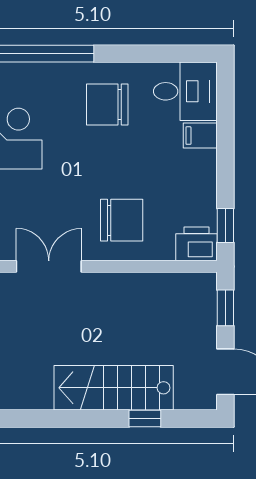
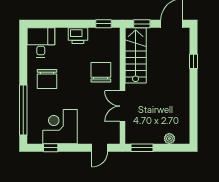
filing cabinet: (200, 136) -> (61, 36), removed
printer: (196, 244) -> (78, 36), moved, turned -90
stairs: (114, 388) -> (136, 55), moved, turned 180

